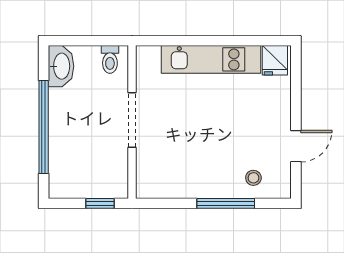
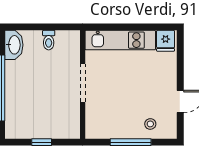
doorway: (132, 120) -> (83, 83), moved
wall: (132, 122) -> (83, 84), moved

